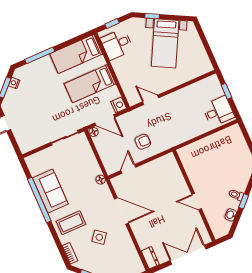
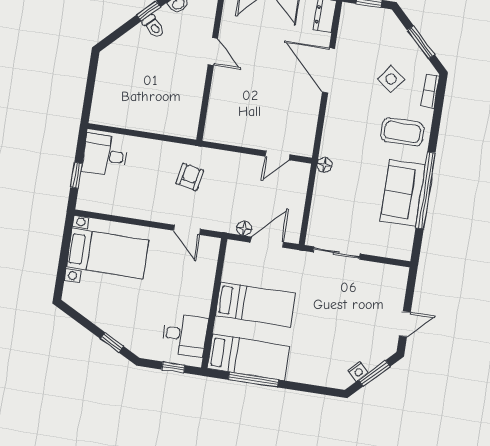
bed with nightstands: (165, 43) -> (107, 254), moved, turned 62
window: (40, 55) -> (253, 380), moved
nightstand: (119, 105) -> (235, 251), removed
door: (105, 120) -> (267, 242), hinge flipped
floor lamp: (94, 132) -> (244, 228), moved
armchair: (143, 142) -> (190, 177), moved, turned 101
door: (121, 211) -> (329, 70), moved
side table: (99, 237) -> (391, 79), moved

